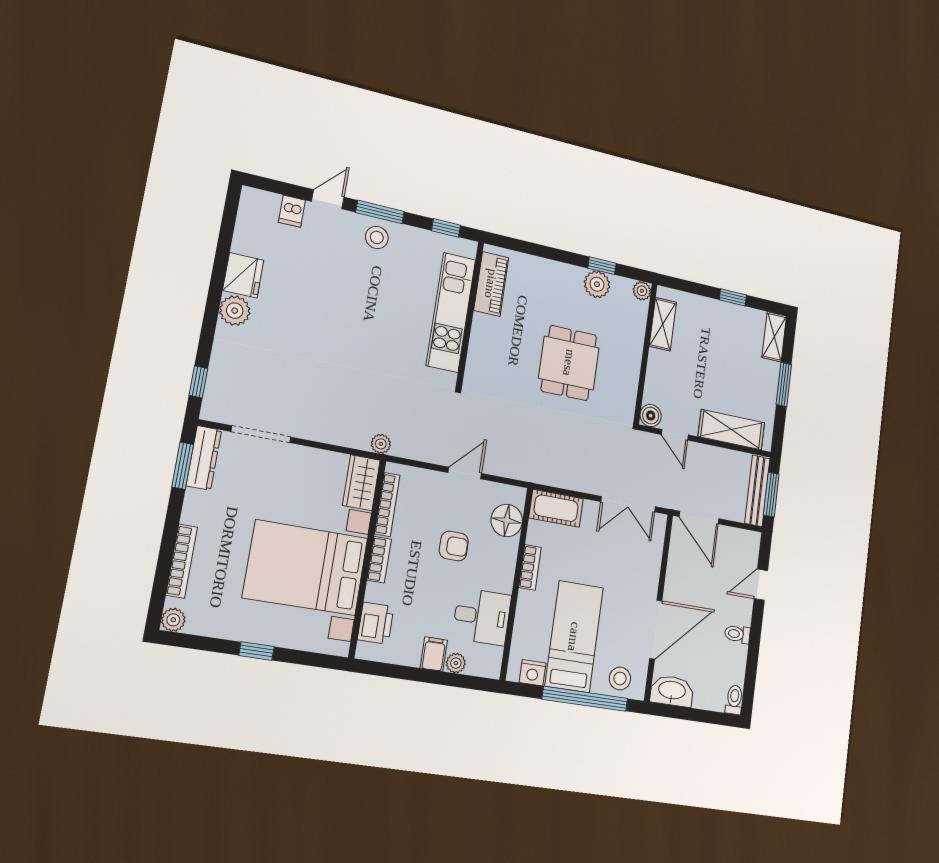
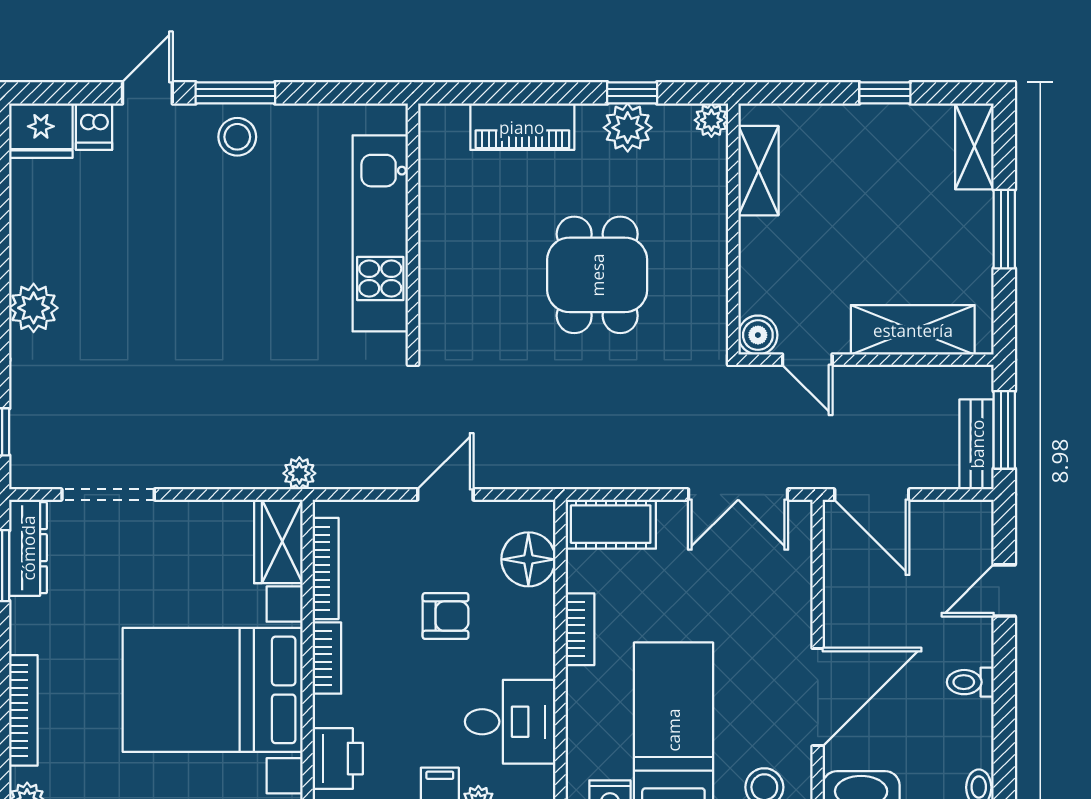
window: (446, 228) -> (350, 93), removed
fridge: (243, 275) -> (41, 131), moved, turned 90
piano: (491, 284) -> (522, 127), moved, turned 90
bench: (757, 491) -> (977, 444), width x0.73

